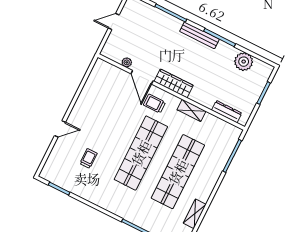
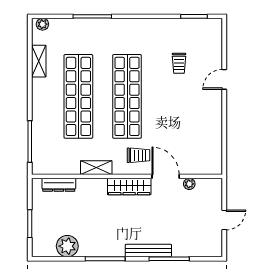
bench: (199, 35) -> (148, 251), moved

